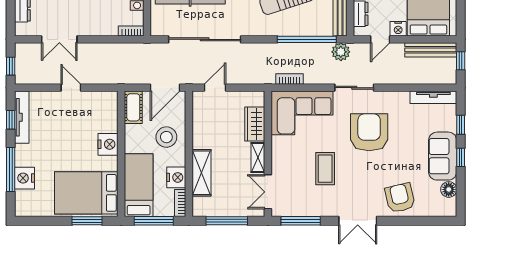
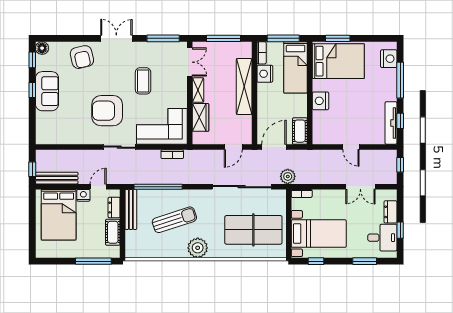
double door: (59, 39) -> (360, 187), swing flipped
plant: (341, 52) -> (288, 176), moved
tv unit: (433, 97) -> (55, 139), removed
window: (461, 125) -> (32, 60), moved
armchair: (369, 132) -> (107, 111), turned 90
stool: (166, 137) -> (273, 107), removed
shelving: (201, 173) -> (244, 86), width x1.47
nightstand: (25, 178) -> (389, 59), moved
floor lamp: (449, 189) -> (42, 48), moved

